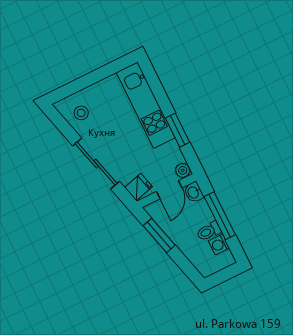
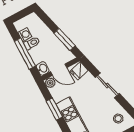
sliding door: (96, 164) -> (107, 85), width x0.73
door: (169, 190) -> (59, 70), swing flipped

